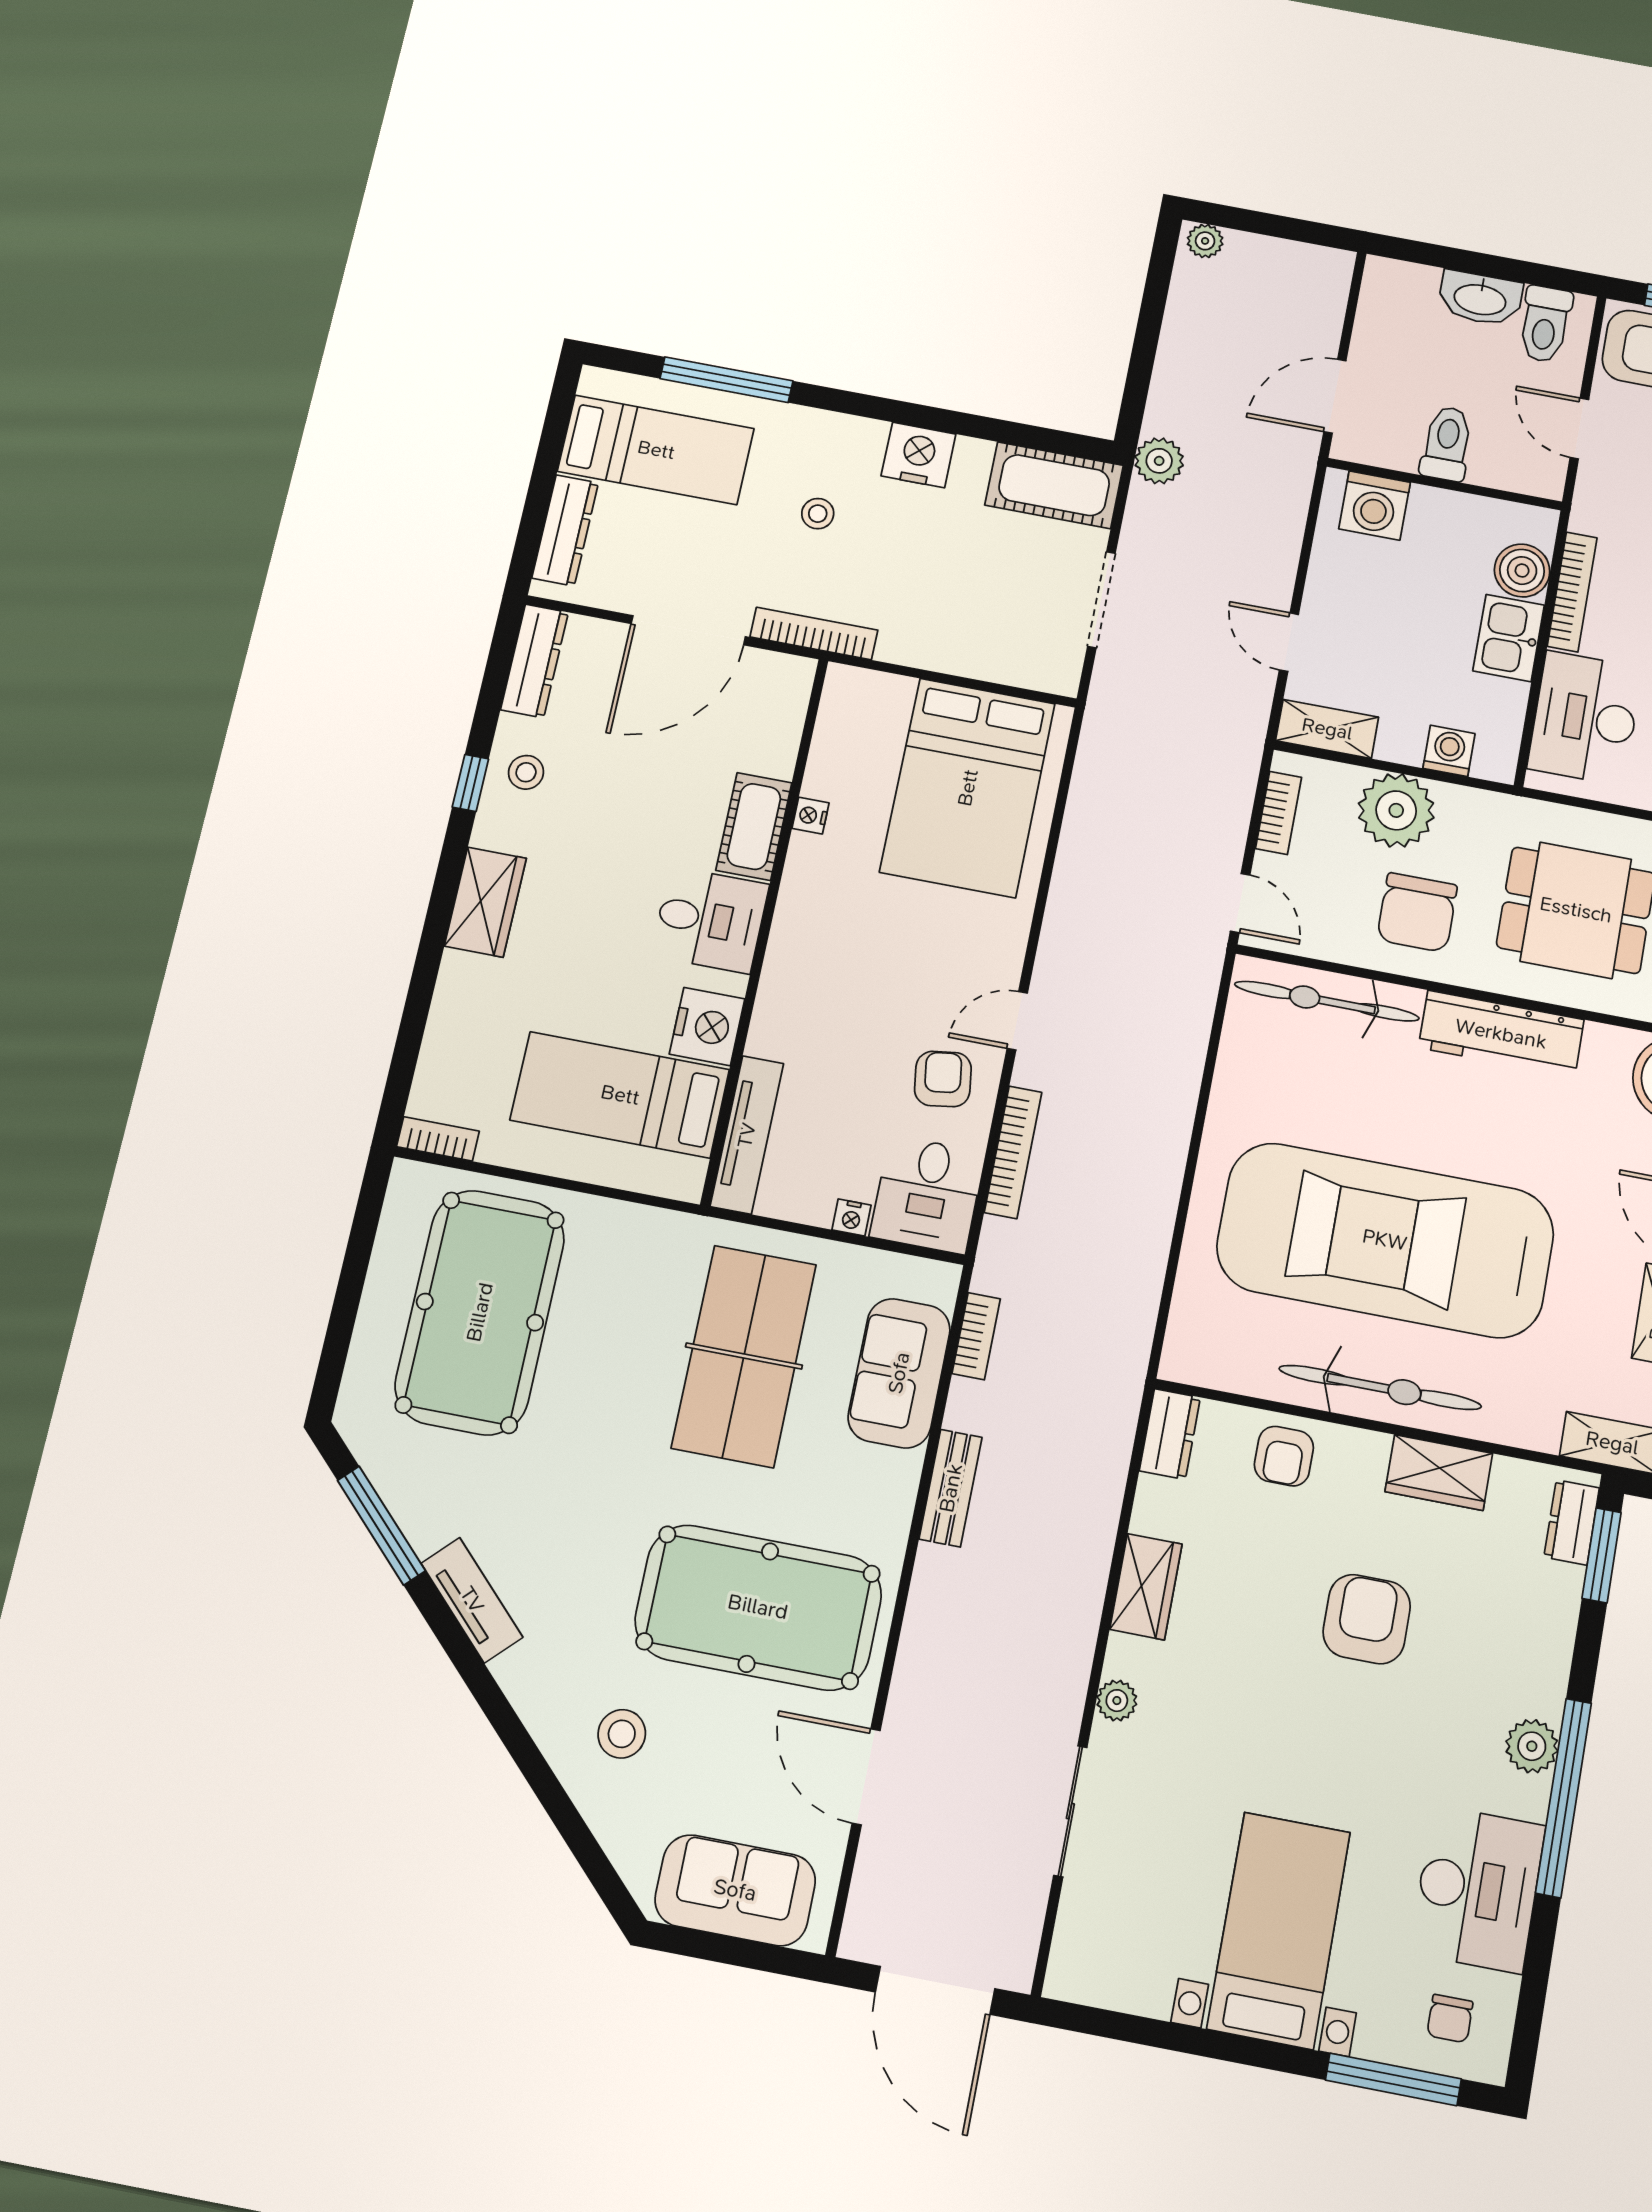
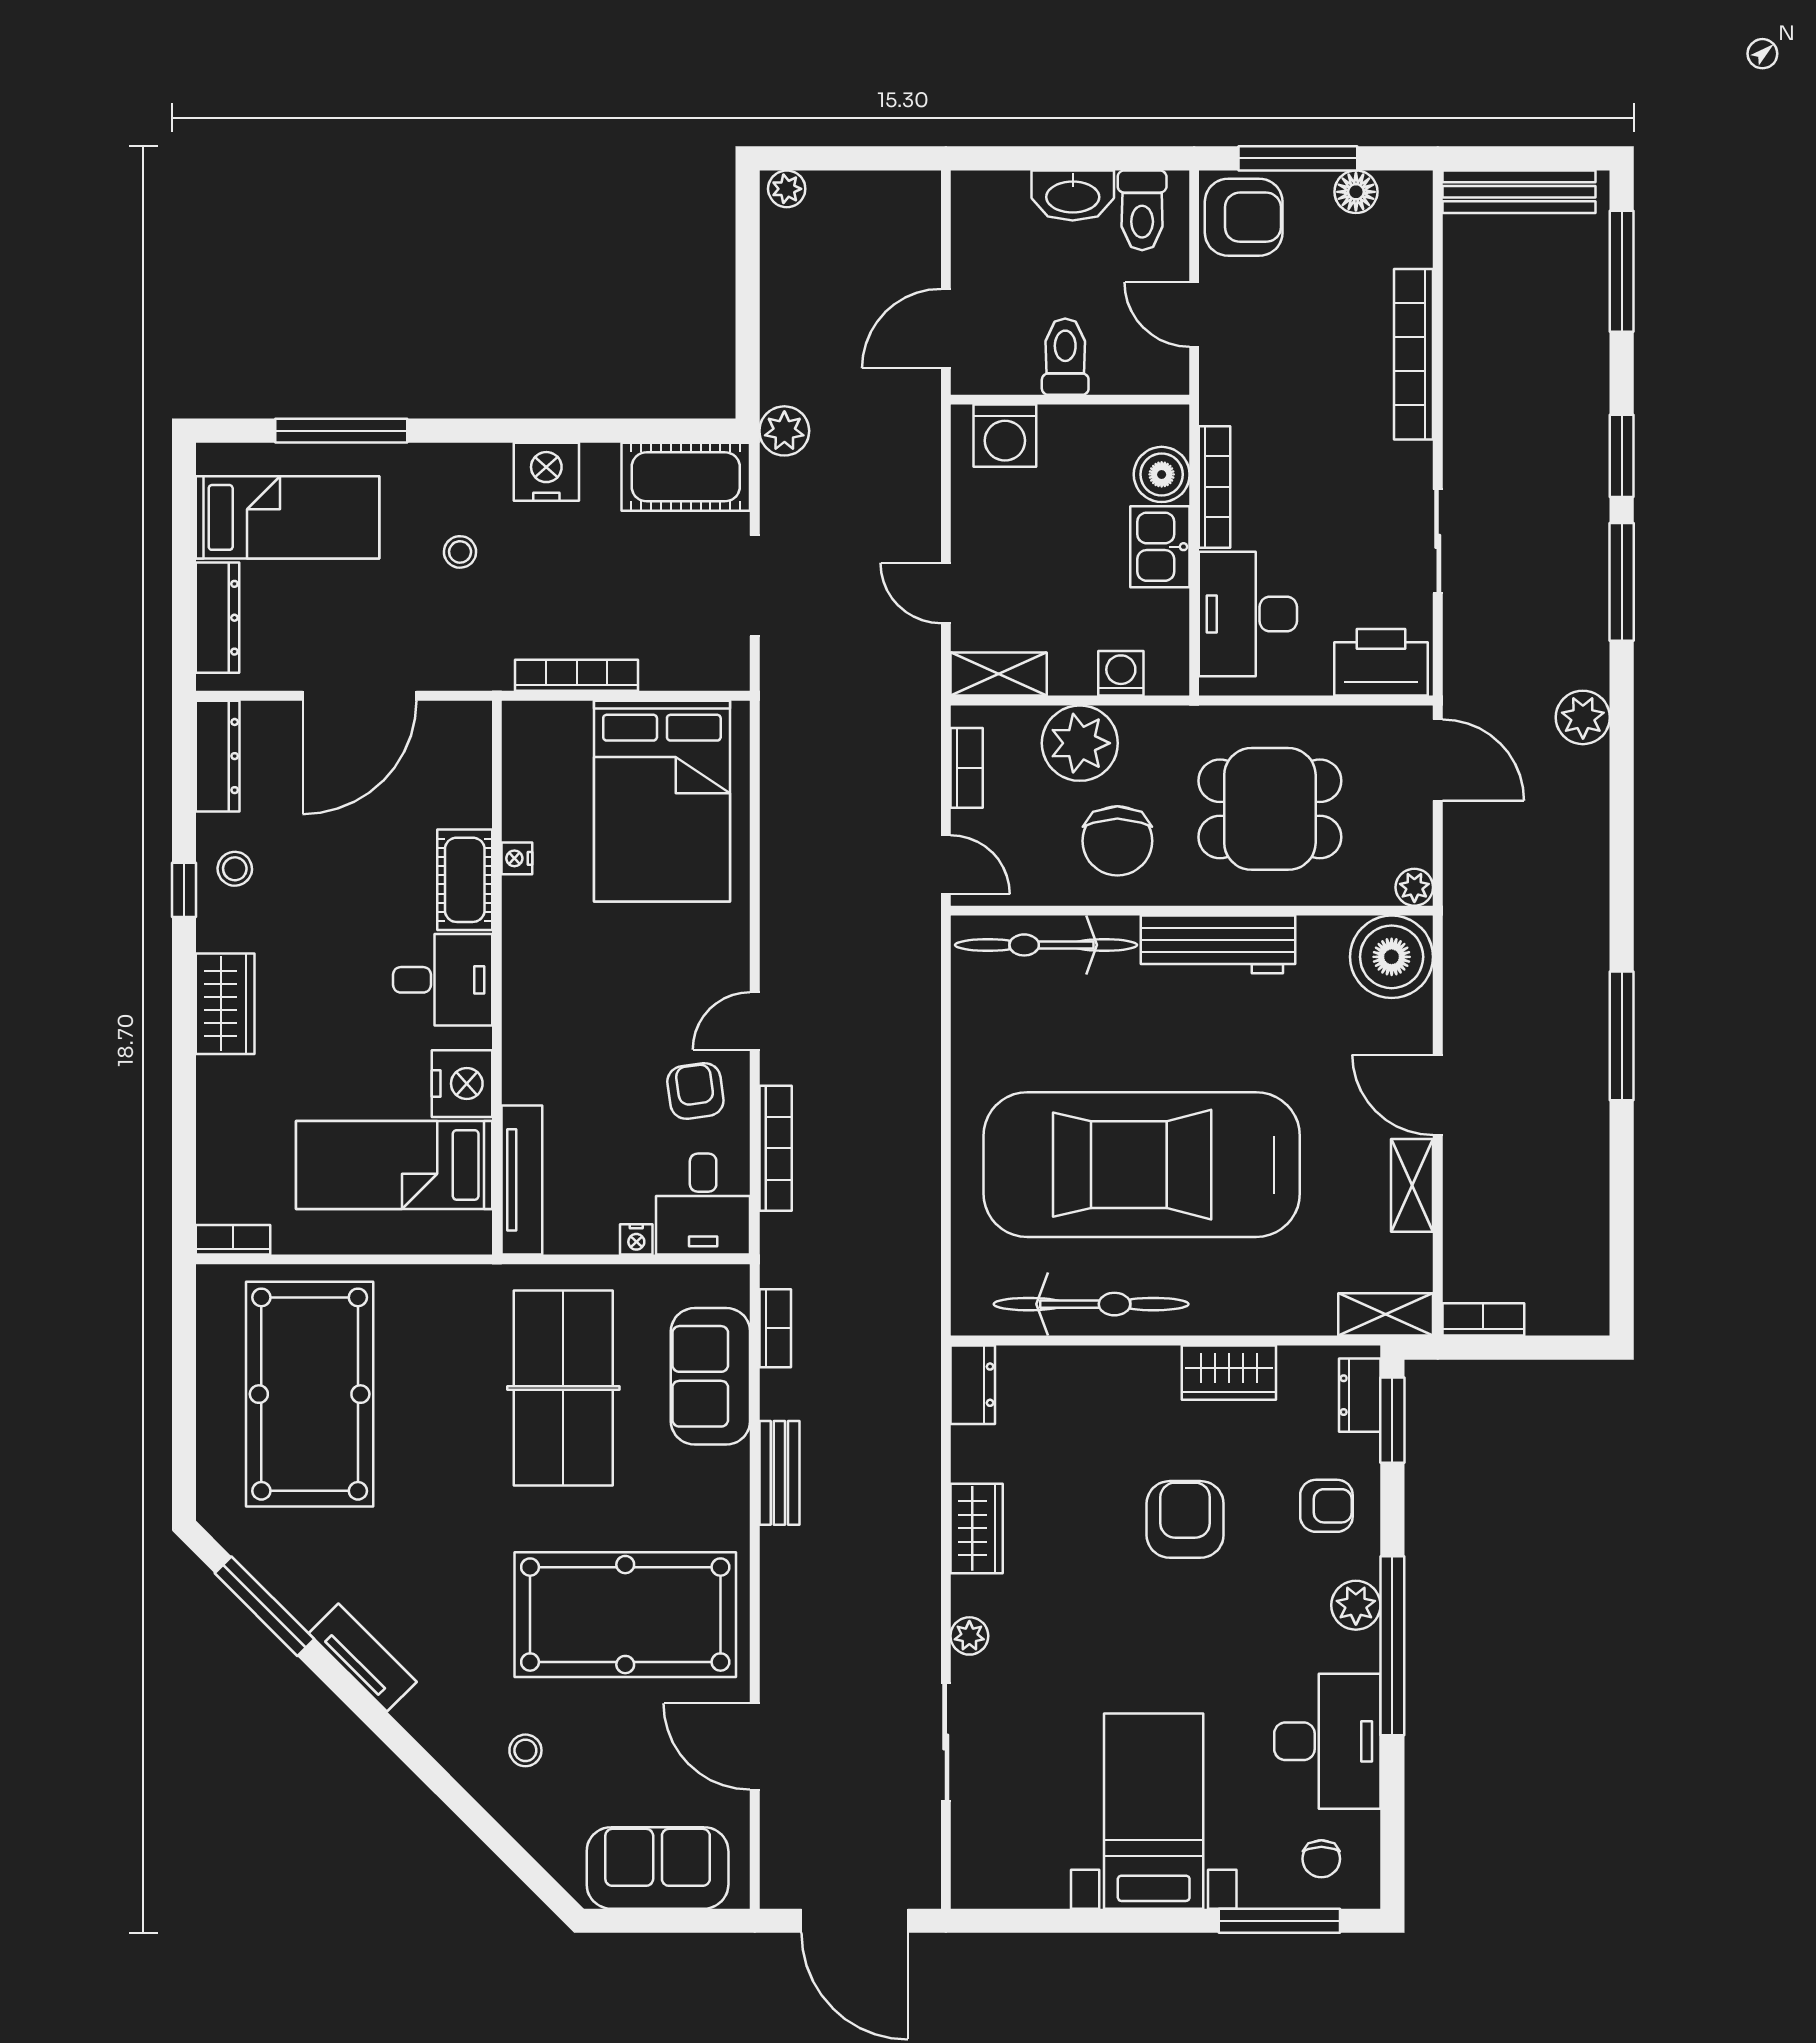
bookcase: (814, 634) -> (577, 675), moved
bicycle: (1380, 1387) -> (1091, 1304), moved
armchair: (1284, 1456) -> (1326, 1506), moved, turned -90
stool: (622, 1734) -> (525, 1750), width x0.73, depth x0.73

